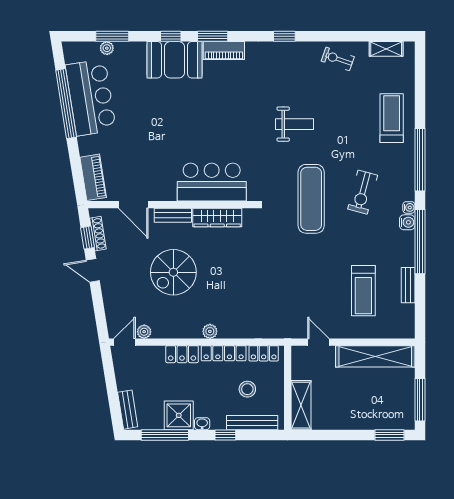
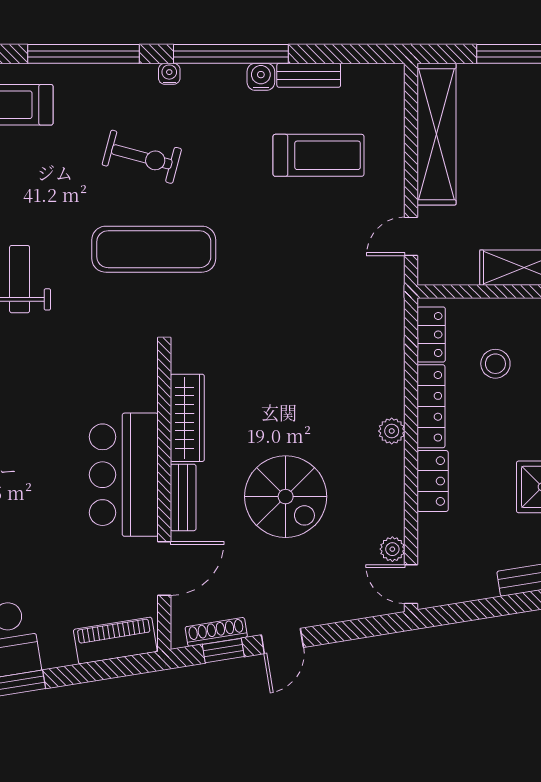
bar counter: (212, 182) -> (124, 475), moved
water cooler: (407, 222) -> (261, 77), moved

